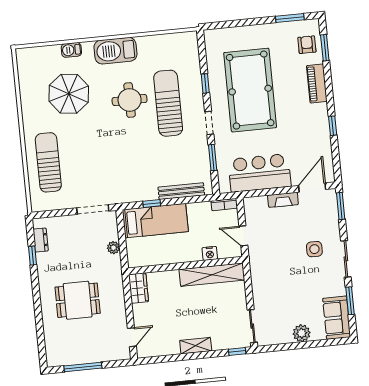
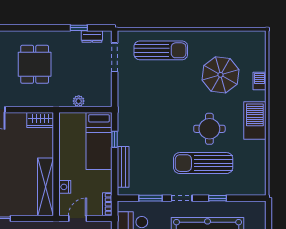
sun lounger: (168, 103) -> (203, 163), turned 180
doorway: (93, 209) -> (115, 57), moved

